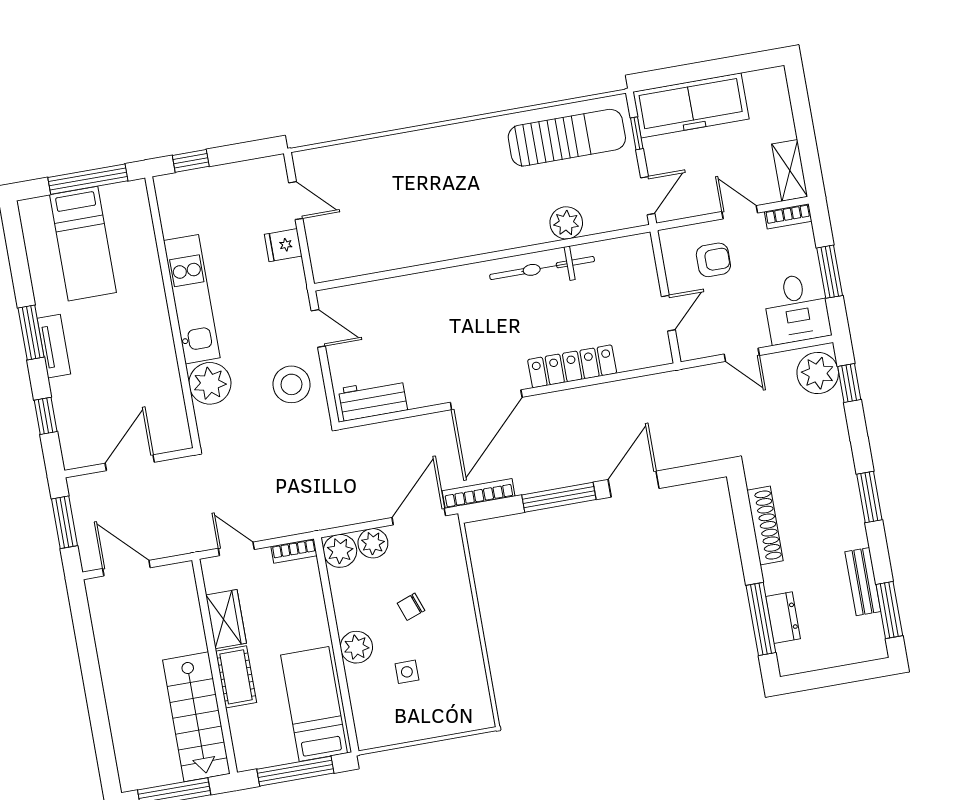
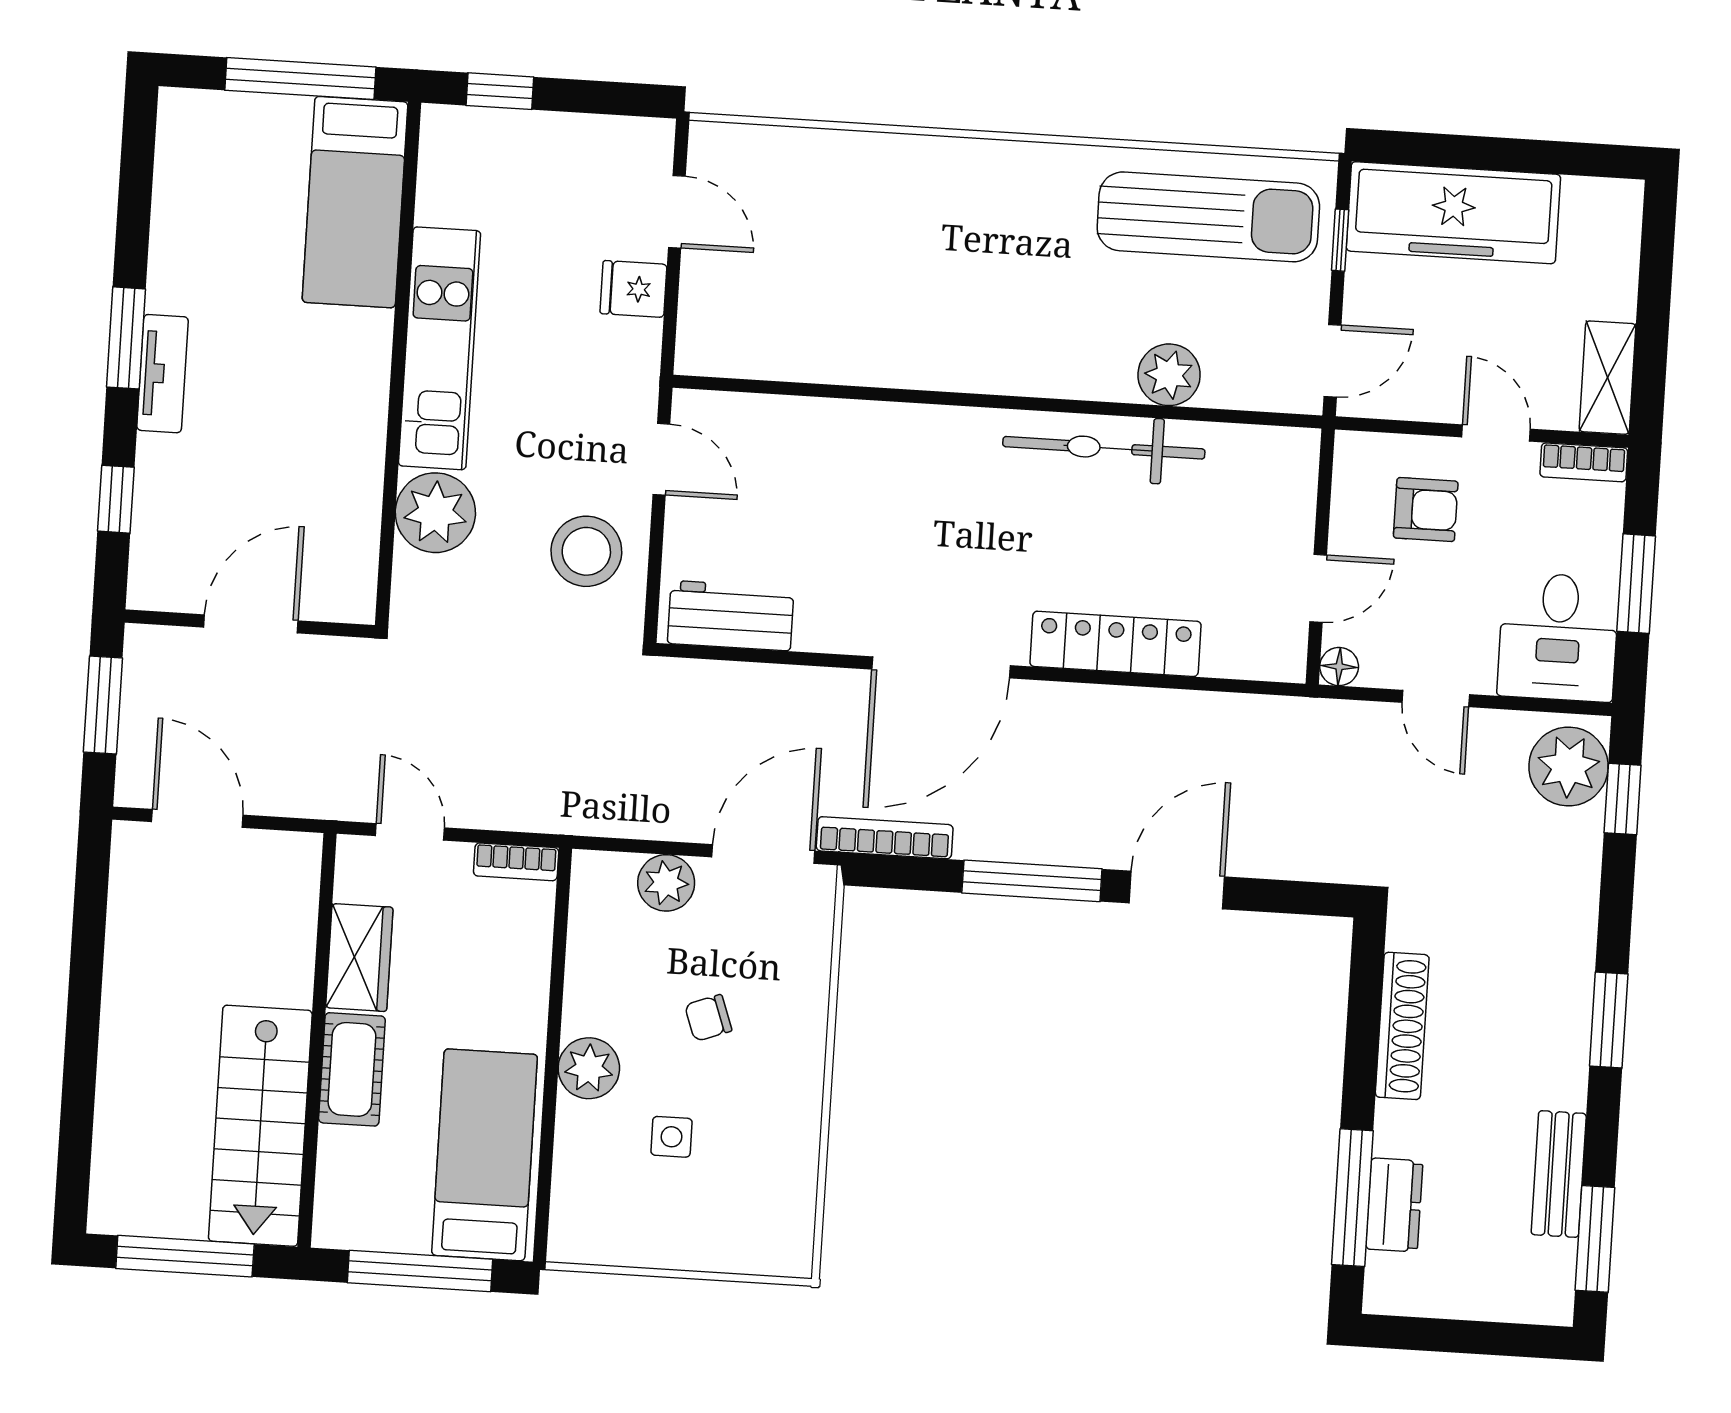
bed: (83, 244) -> (355, 202), moved
floor lamp: (689, 350) -> (1339, 667), added
plant: (340, 551) -> (602, 882), removed

